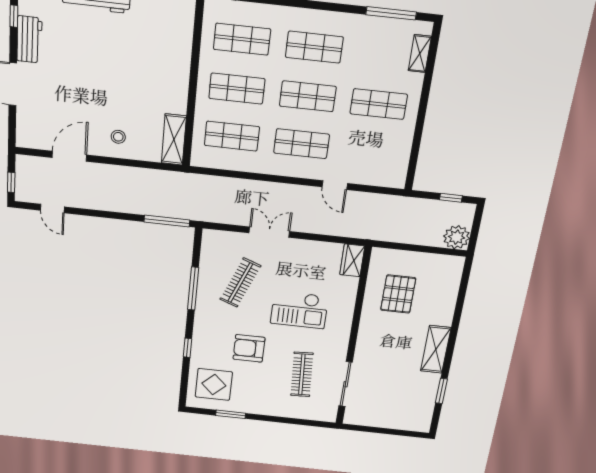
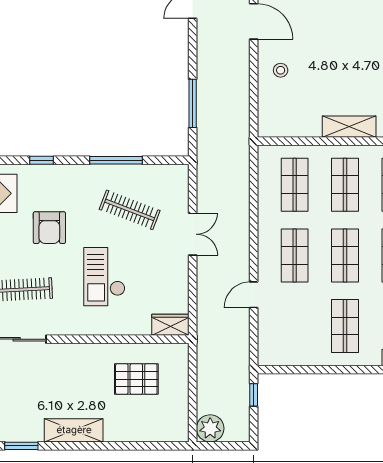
shelving: (174, 140) -> (349, 127), moved
window: (451, 198) -> (254, 395), moved
window: (167, 221) -> (193, 103), moved
armchair: (249, 348) -> (49, 228), turned 180

